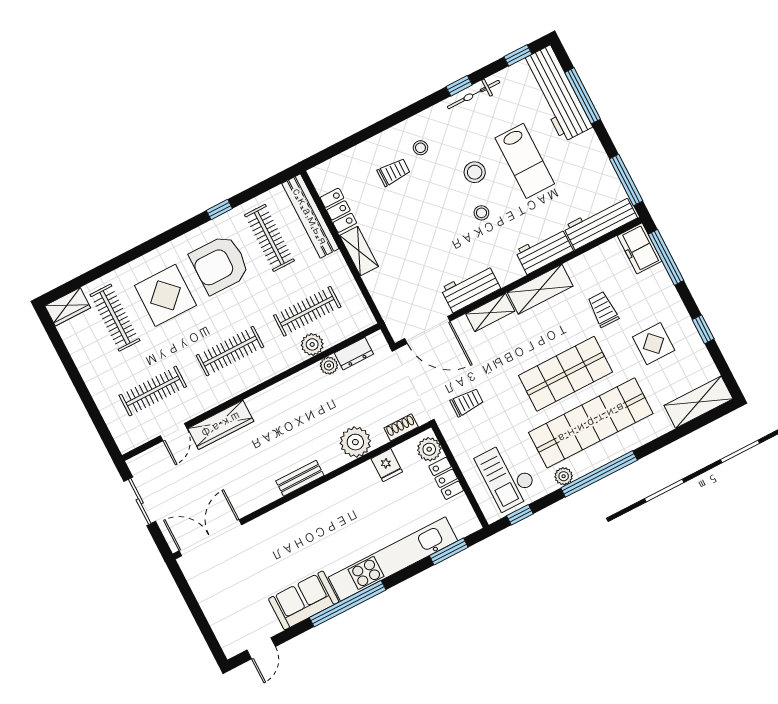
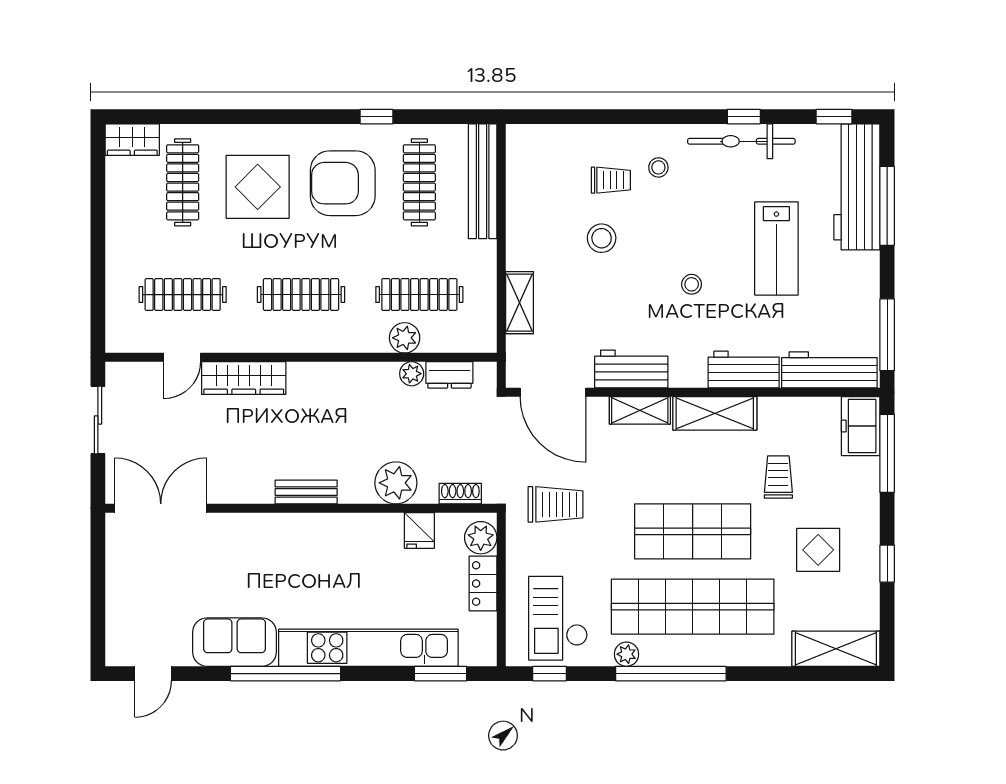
bicycle: (474, 95) -> (741, 141), width x1.37, depth x1.40
stool: (475, 172) -> (602, 238), moved
locker: (338, 210) -> (520, 192), removed
shelving: (359, 251) -> (520, 303), moved
trolley: (467, 402) -> (556, 504), width x1.36, depth x1.39

